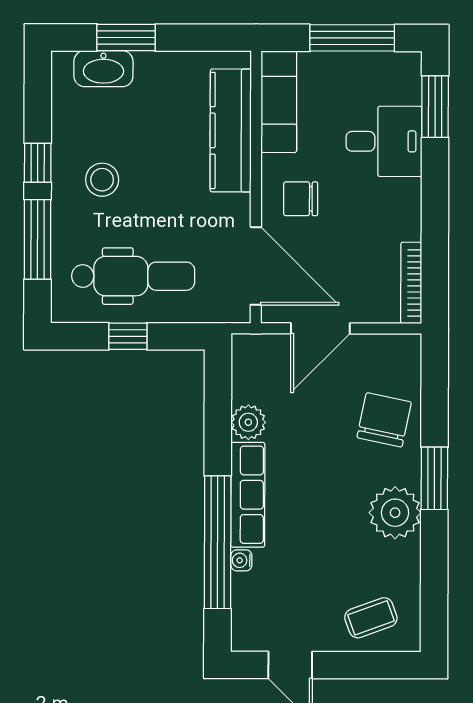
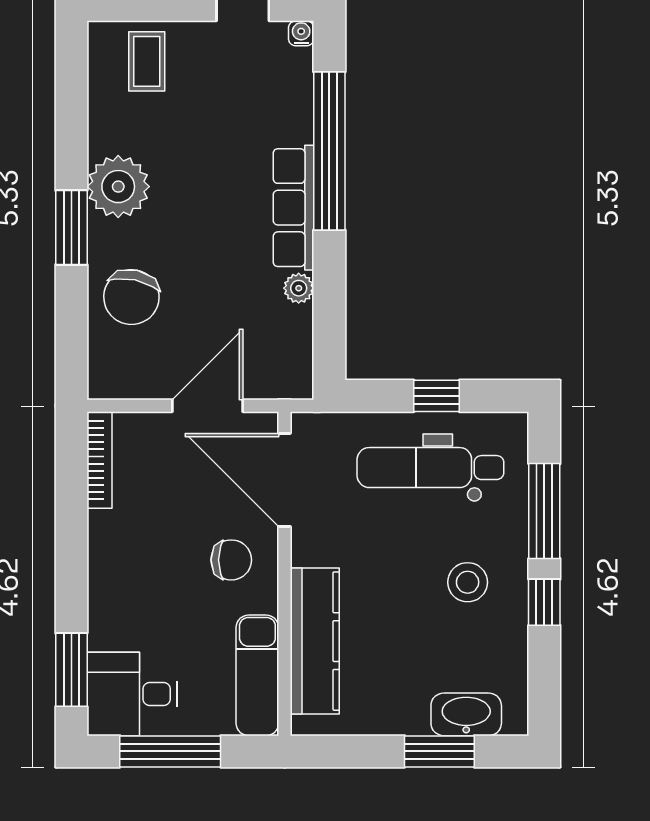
desk: (384, 141) -> (132, 694), moved
plant: (248, 422) -> (299, 288), width x0.73, depth x0.73
water cooler: (241, 560) -> (301, 33), moved, turned -90
coffee table: (371, 618) -> (147, 61), turned -70

